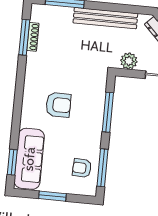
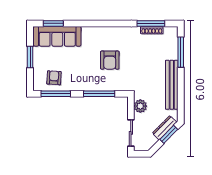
armchair: (58, 105) -> (110, 60), moved

